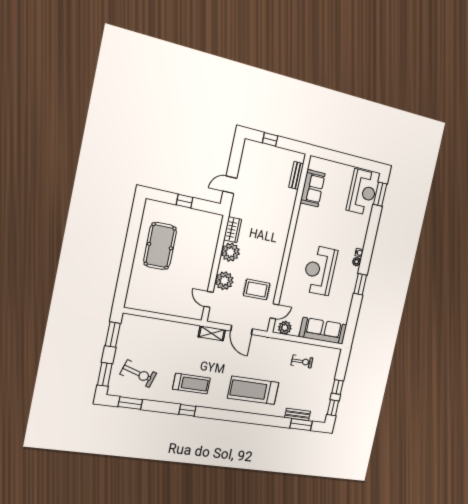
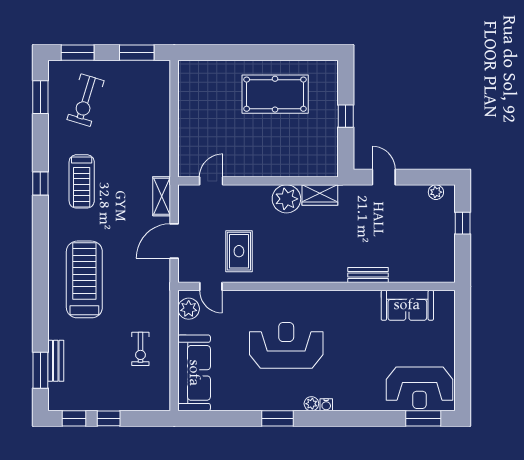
bench: (296, 175) -> (368, 275), moved
plant: (224, 281) -> (436, 192), moved, width x0.53, depth x0.53

